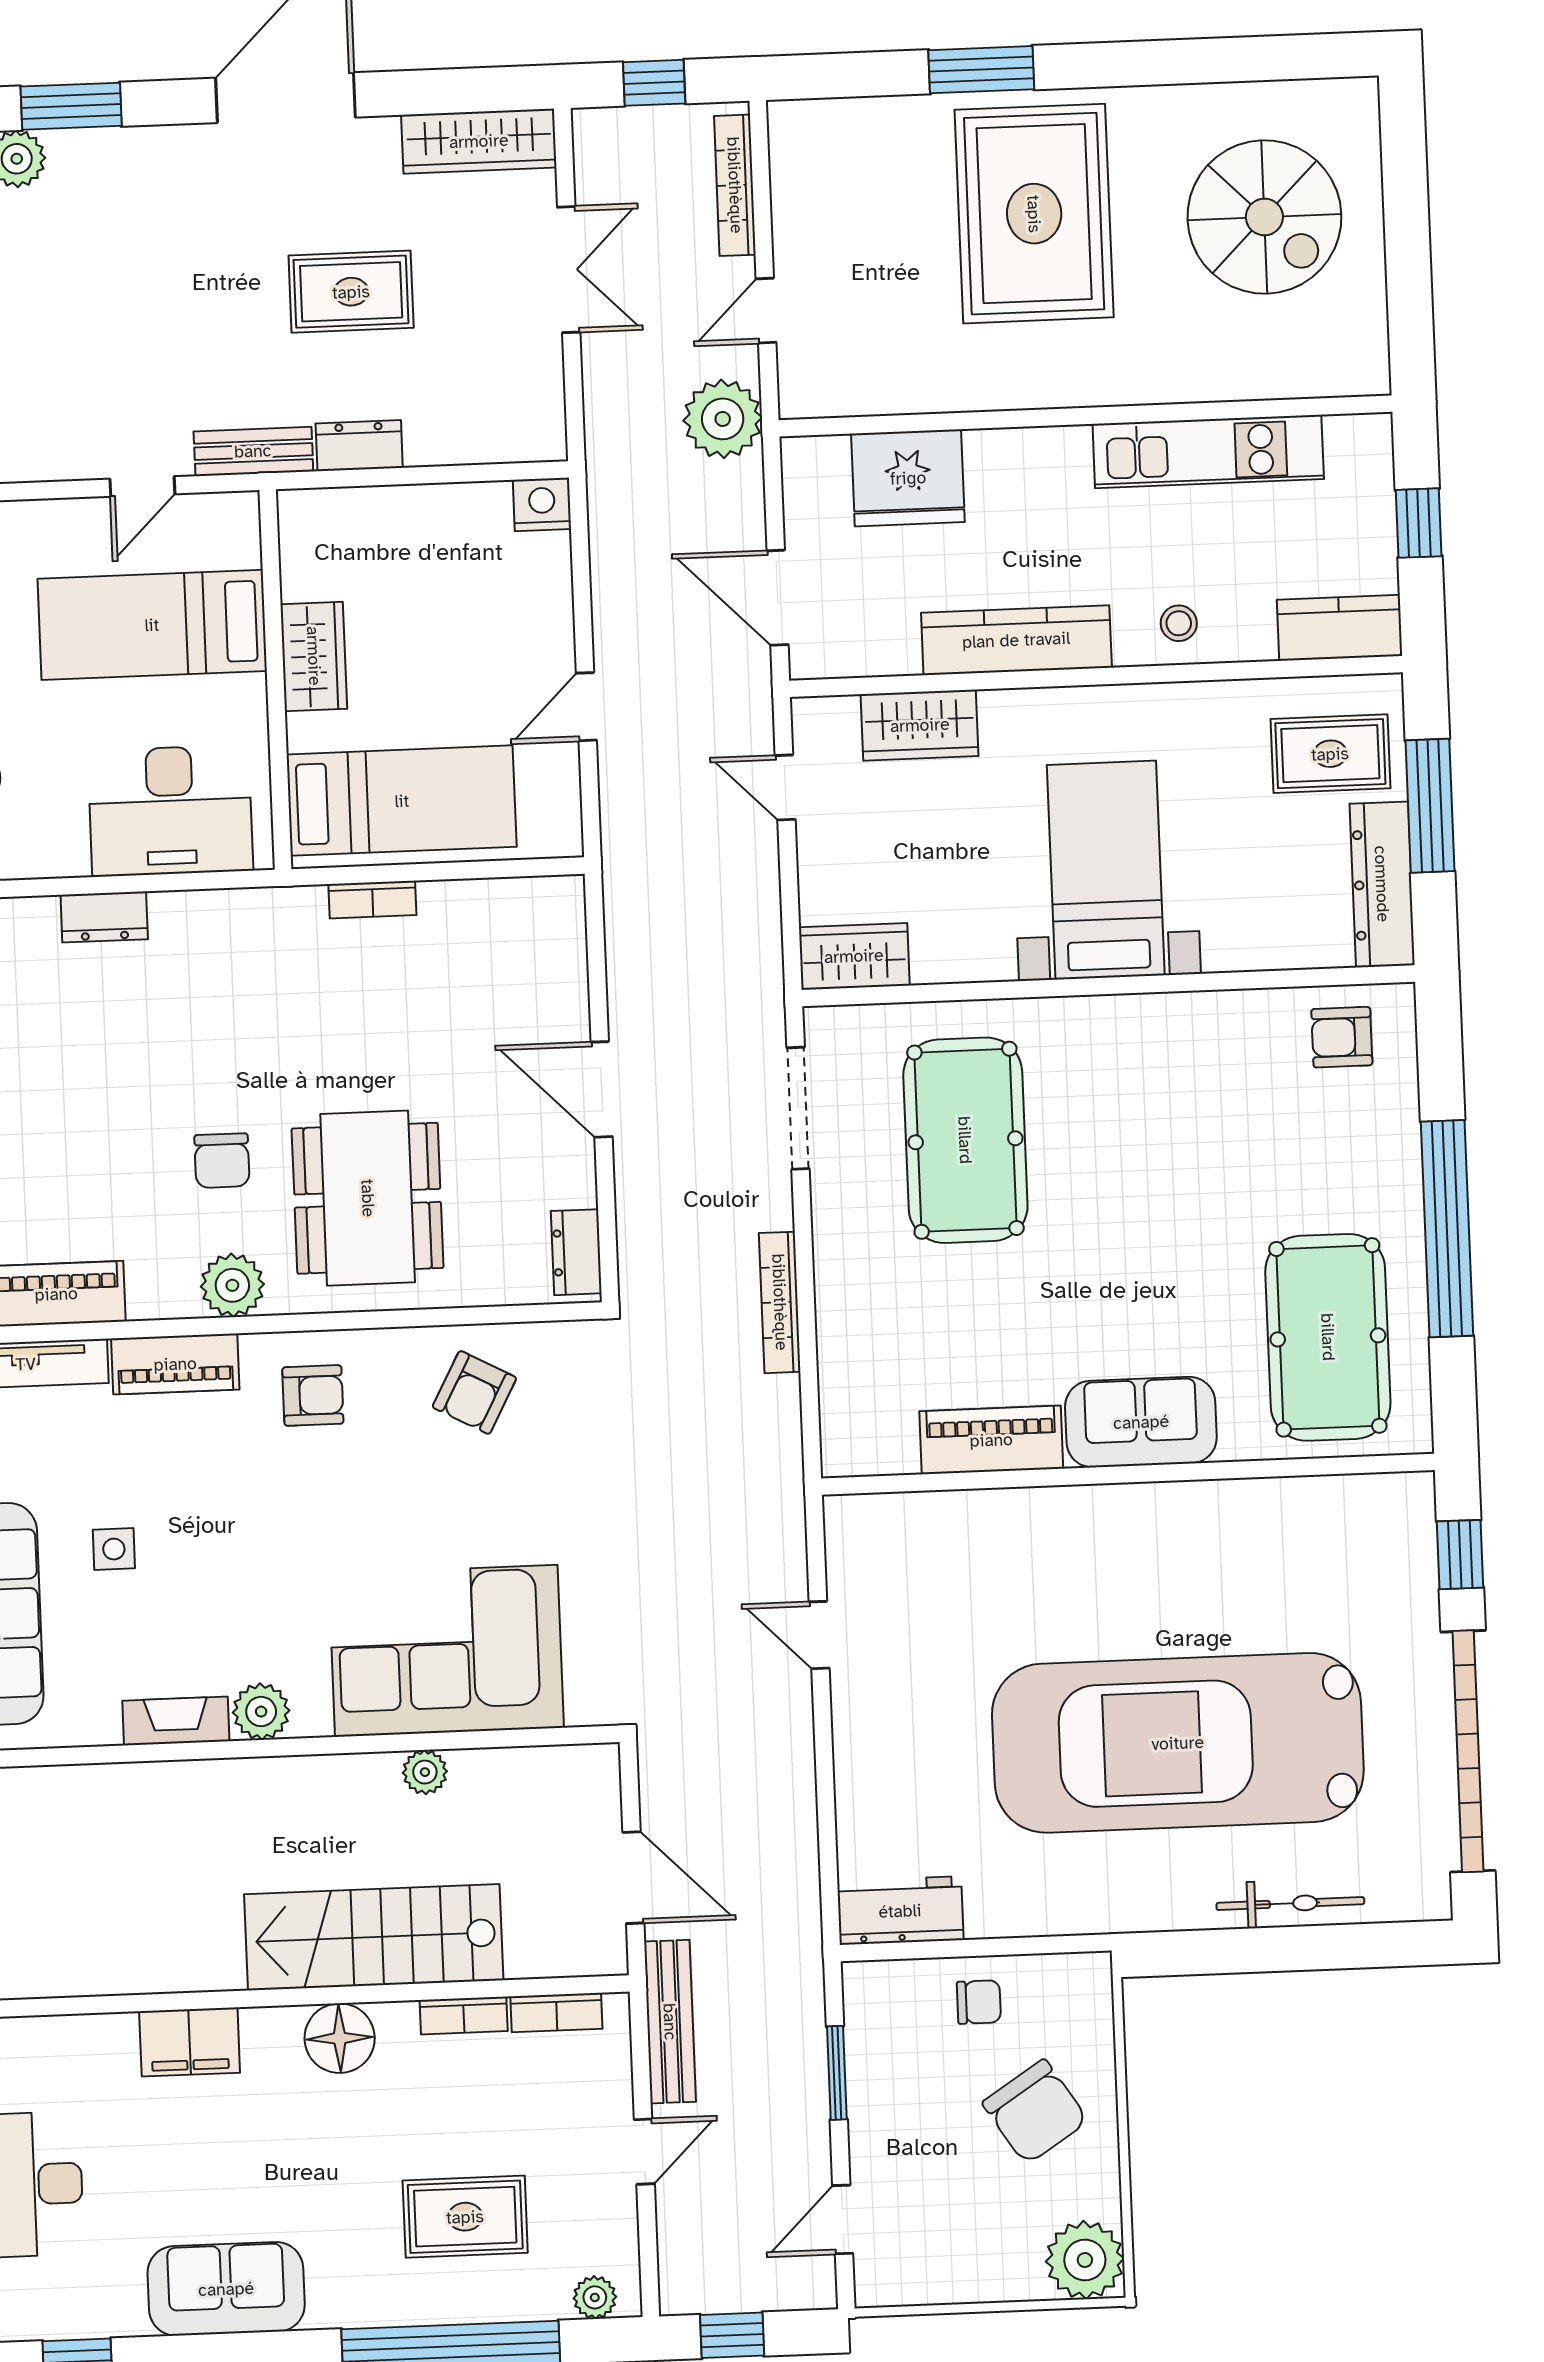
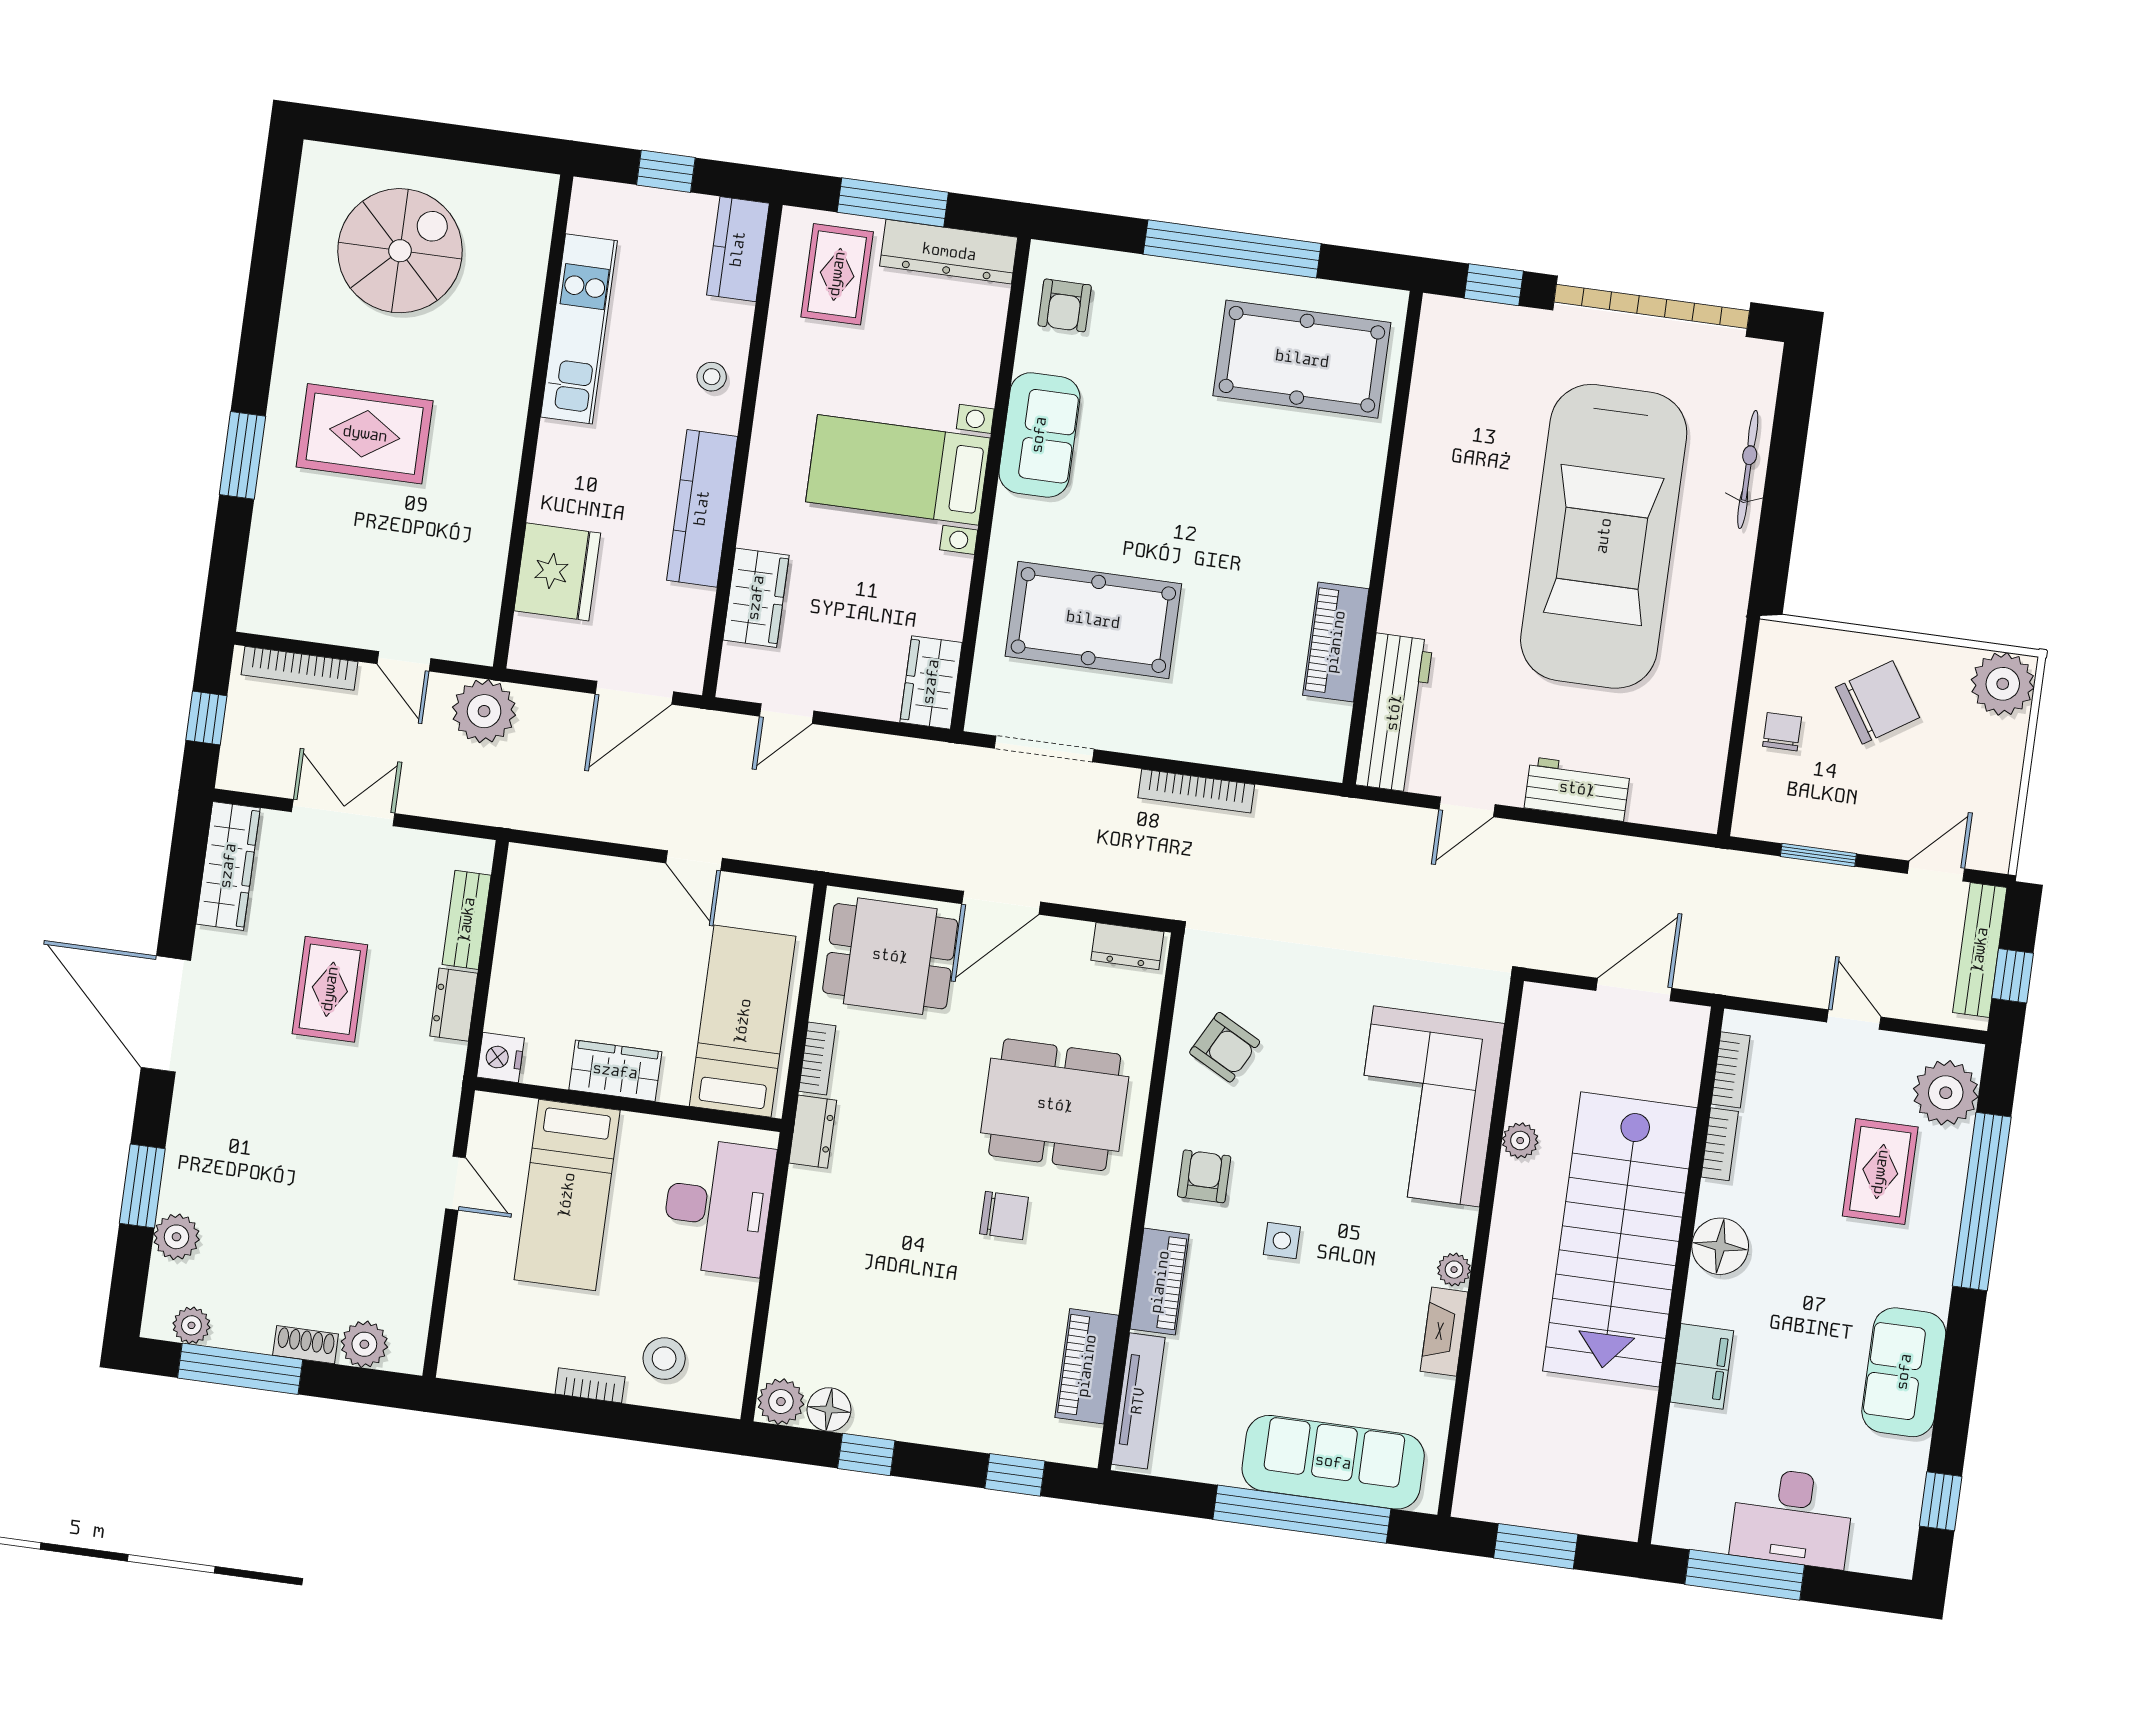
rug: (1034, 214) -> (365, 434), width x0.73, depth x0.69
bench: (253, 451) -> (467, 920), moved
nightstand: (542, 505) -> (501, 1057), moved
dresser: (104, 917) -> (813, 1132), moved
dining table: (513, 966) -> (890, 956), added
plant: (232, 1285) -> (1105, 1225), removed
sofa: (1141, 1422) -> (1039, 435), moved, turned 180
workbench: (918, 1526) -> (1394, 713), added
side table: (114, 1549) -> (1282, 1241), moved
plant: (261, 1712) -> (1454, 1270), width x0.73, depth x0.73
workbench: (900, 1911) -> (1577, 789), moved, turned 90
stairs: (374, 1937) -> (1620, 1239), width x1.36, depth x1.51
bench: (670, 2022) -> (1980, 950), moved, turned 90
door: (843, 2219) -> (1936, 871), swing flipped
plant: (595, 2297) -> (1946, 1093), width x1.87, depth x1.87

